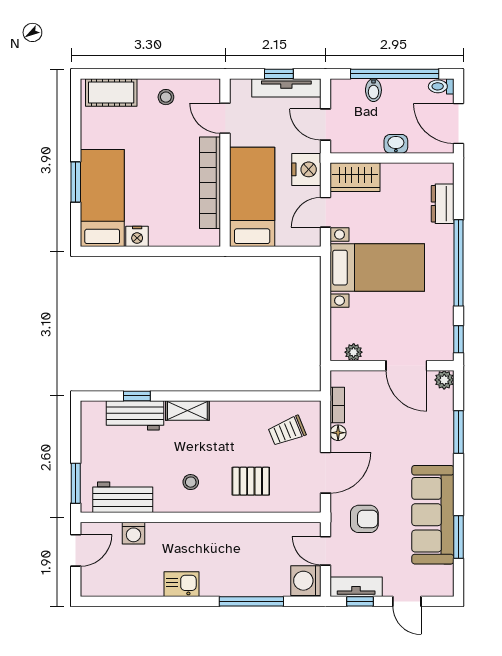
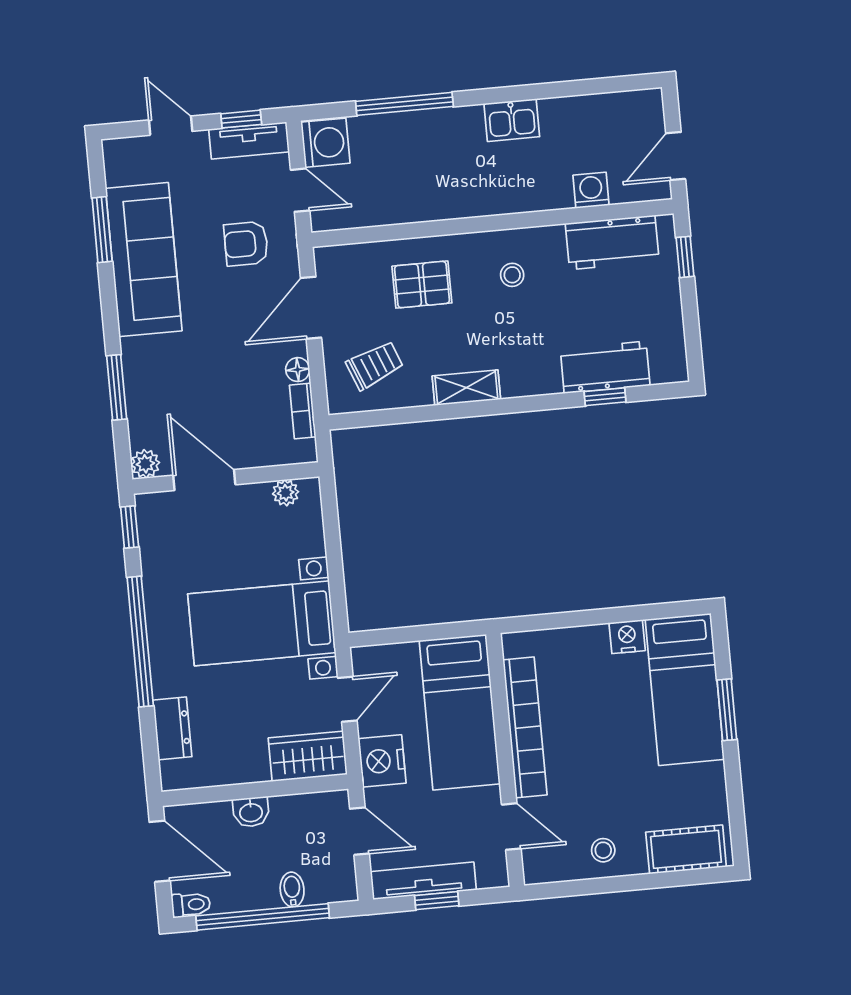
shelving: (187, 410) -> (466, 388), moved
window: (76, 483) -> (685, 257), width x0.67

